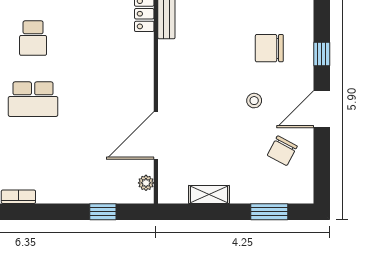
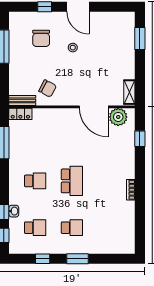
chair: (282, 151) -> (48, 88), moved
plant: (146, 183) -> (118, 117), width x1.87, depth x1.87
shelving: (209, 194) -> (129, 92), moved

